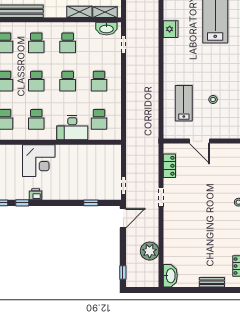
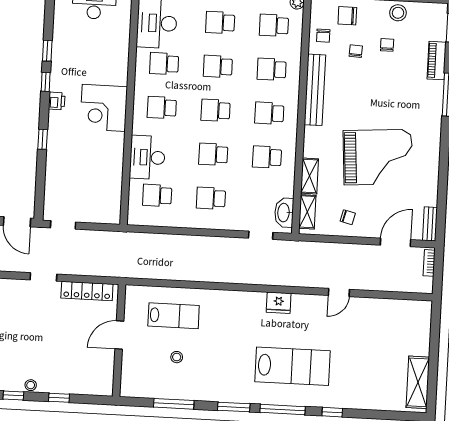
locker: (169, 166) -> (87, 291), width x1.53
window: (91, 203) -> (43, 139), moved

